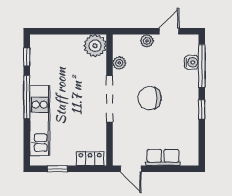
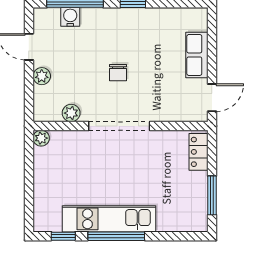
plant: (95, 46) -> (41, 138), width x0.53, depth x0.53
chair: (150, 98) -> (118, 73), width x0.54, depth x0.54
kitchen unit: (40, 121) -> (109, 219), moved
window: (57, 169) -> (212, 195), width x1.50

